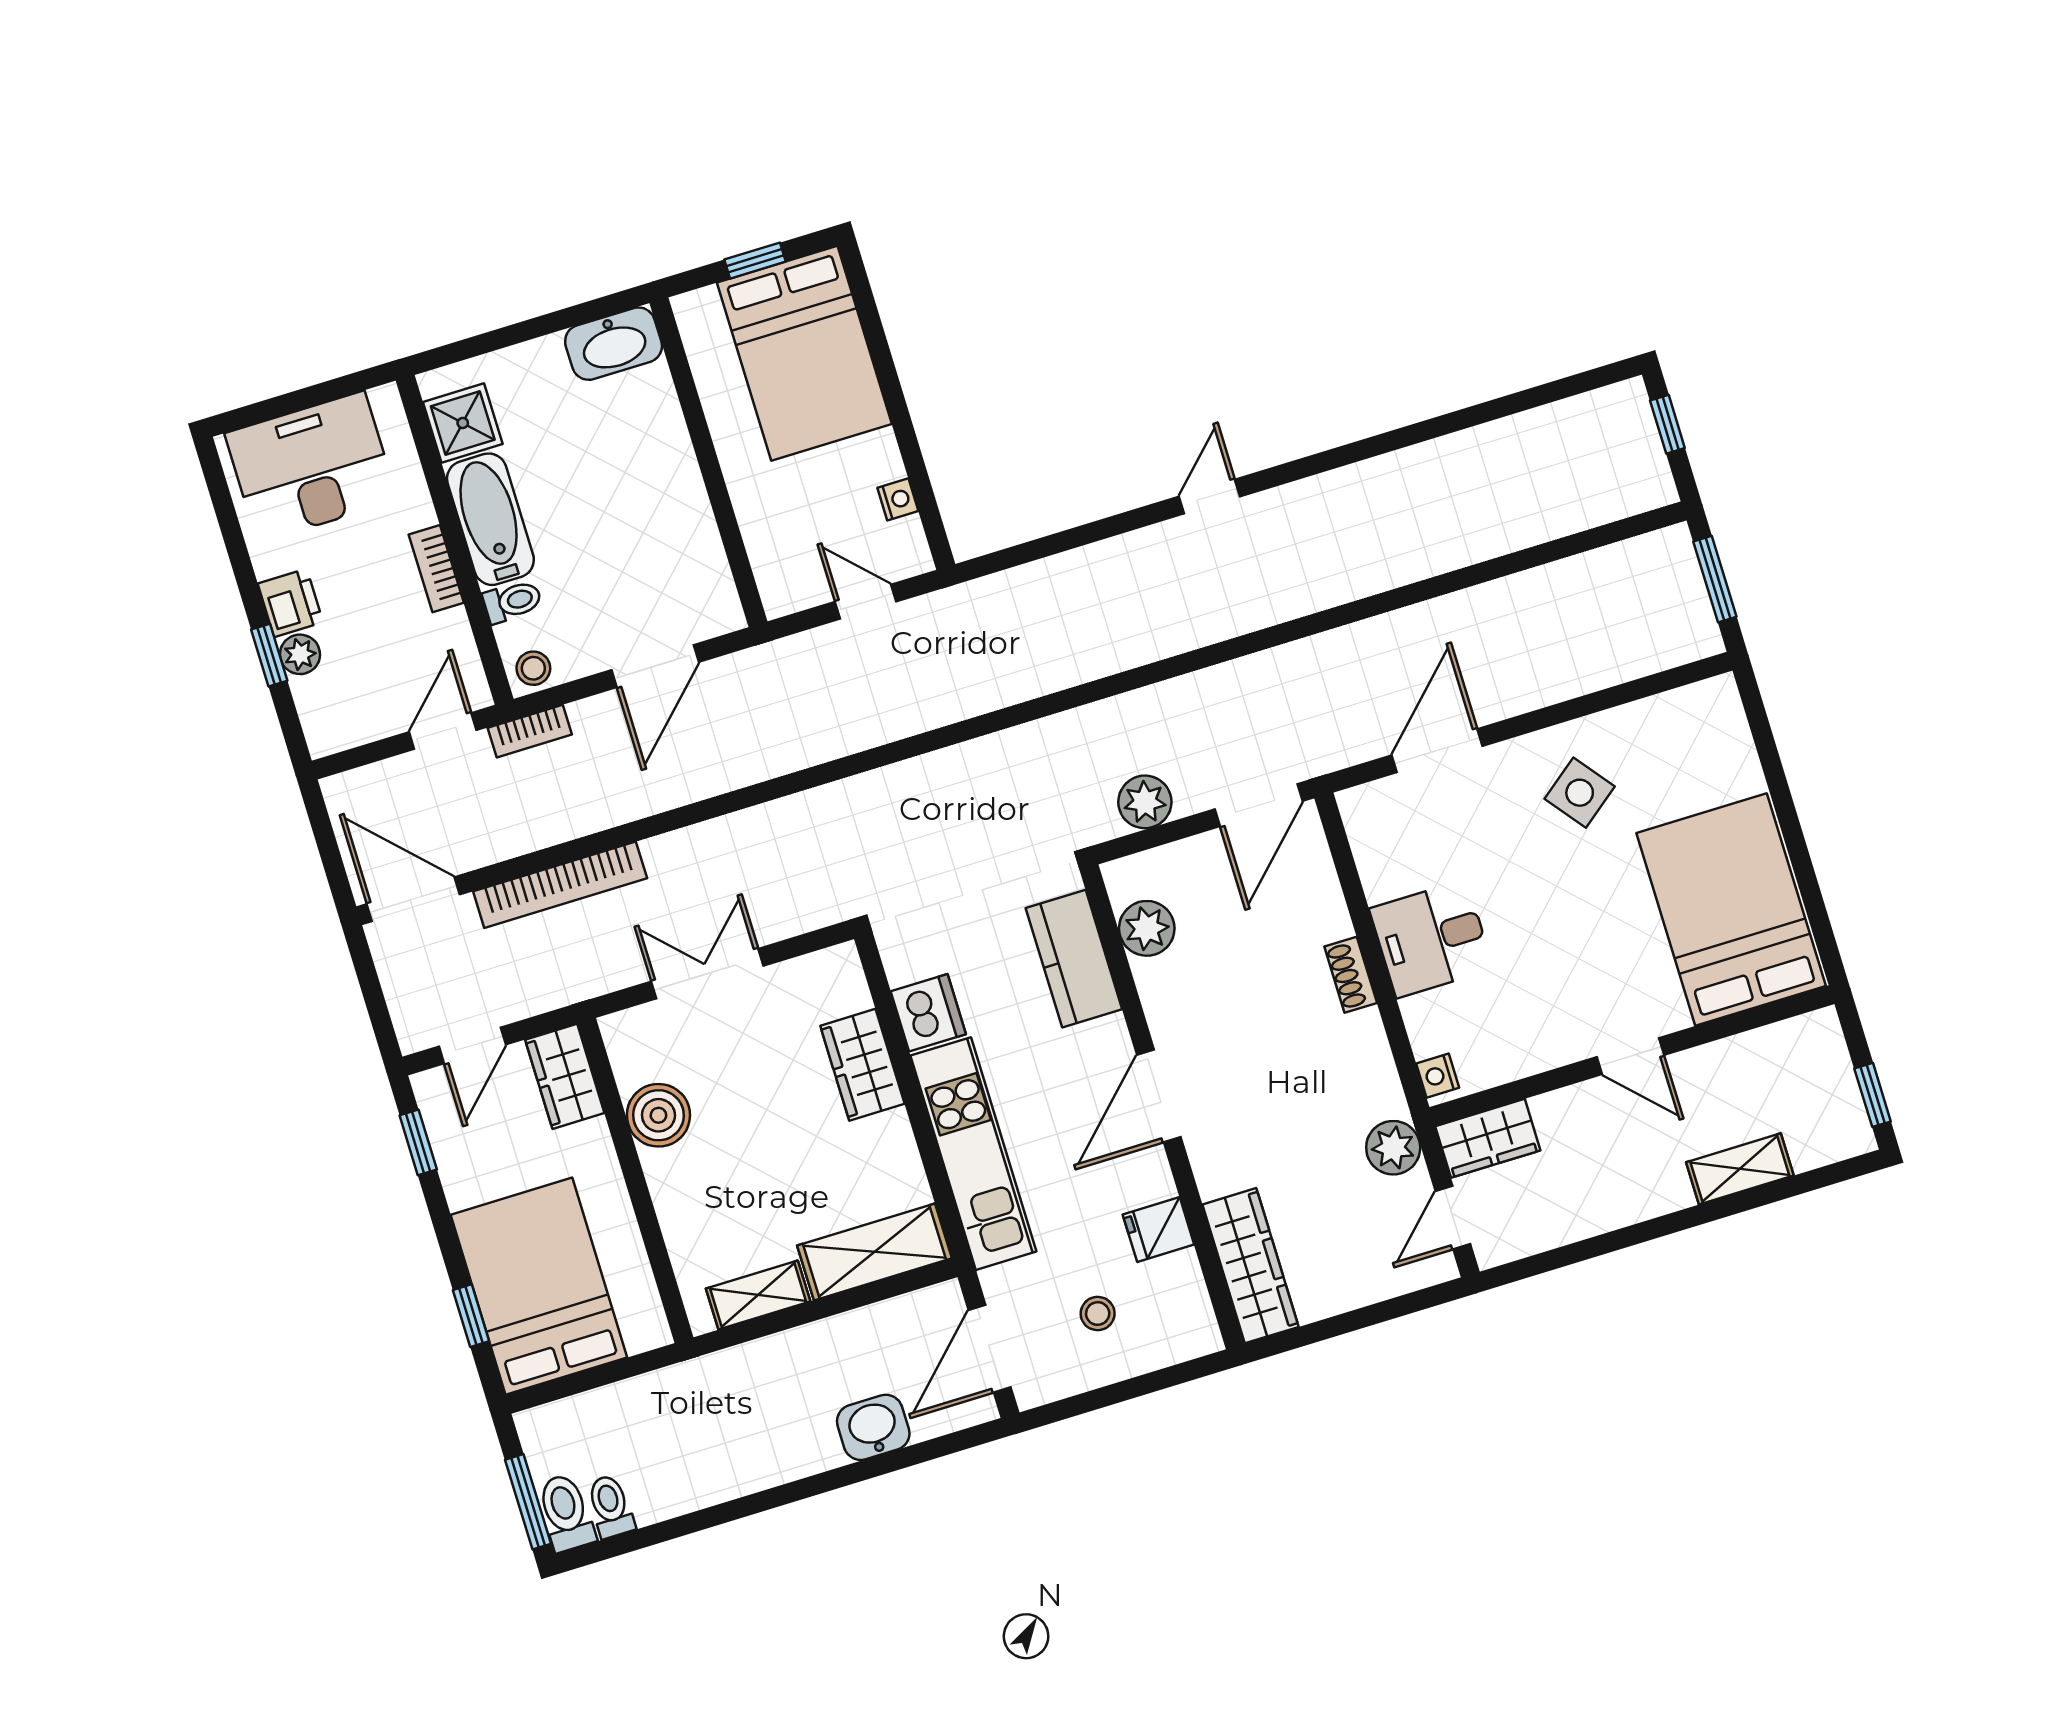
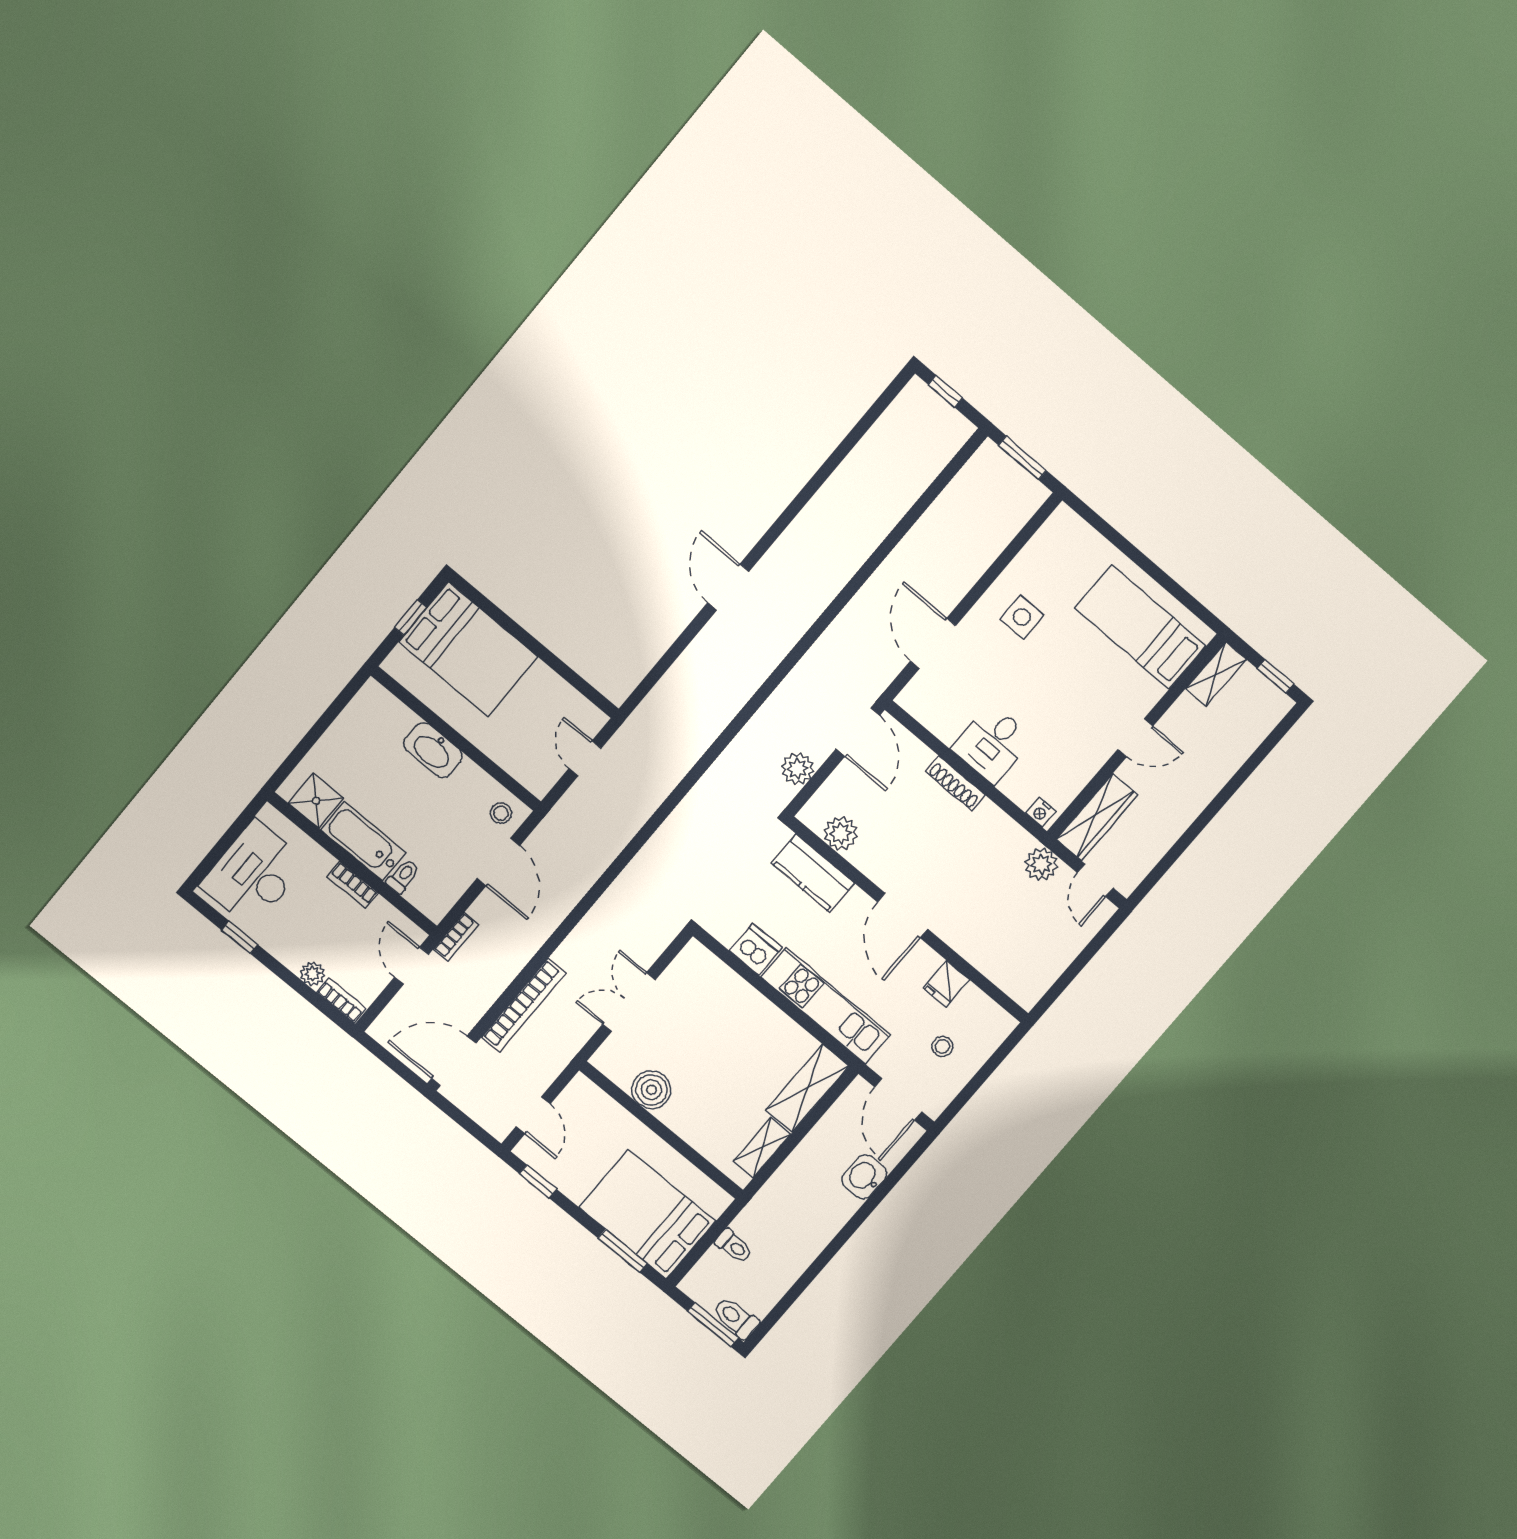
washbasin: (614, 344) -> (433, 750), moved, turned 90
door: (1210, 497) -> (728, 587), width x1.37
nightstand: (898, 499) -> (567, 694), removed
door: (866, 602) -> (585, 758), hinge flipped
printer: (290, 603) -> (290, 951), removed
window: (269, 655) -> (240, 937), moved
stool: (533, 668) -> (501, 813), moved
bookcase: (315, 716) -> (341, 1000), added
side table: (1580, 793) -> (1022, 617), turned 38
bed: (1731, 909) -> (1140, 627), width x0.67
shoe rack: (1351, 975) -> (955, 783), width x1.43
wardrobe: (862, 1065) -> (739, 997), removed
wardrobe: (565, 1076) -> (591, 1101), removed
wardrobe: (1488, 1138) -> (1097, 817), width x1.50
shelving: (1740, 1169) -> (1216, 674), moved
wardrobe: (1250, 1266) -> (1006, 972), removed
window: (471, 1316) -> (623, 1251), width x1.50
toilet: (610, 1506) -> (734, 1246), moved, turned 180

